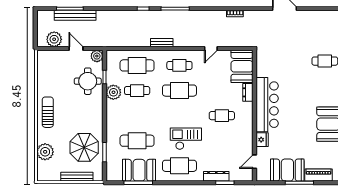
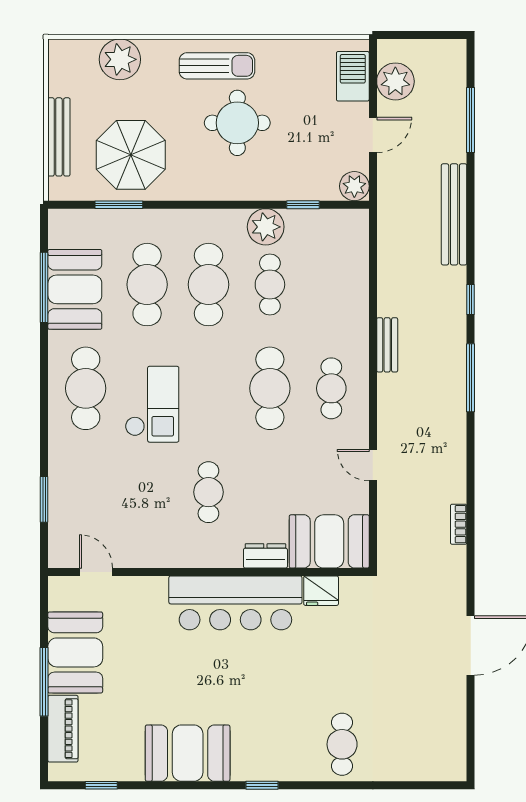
bench: (75, 15) -> (454, 214), moved
barbecue: (52, 57) -> (353, 76), added
cafe table: (137, 65) -> (208, 285), moved
round table: (88, 81) -> (237, 123), moved
fridge: (262, 140) -> (321, 591), moved
dresser: (216, 176) -> (60, 478), removed

